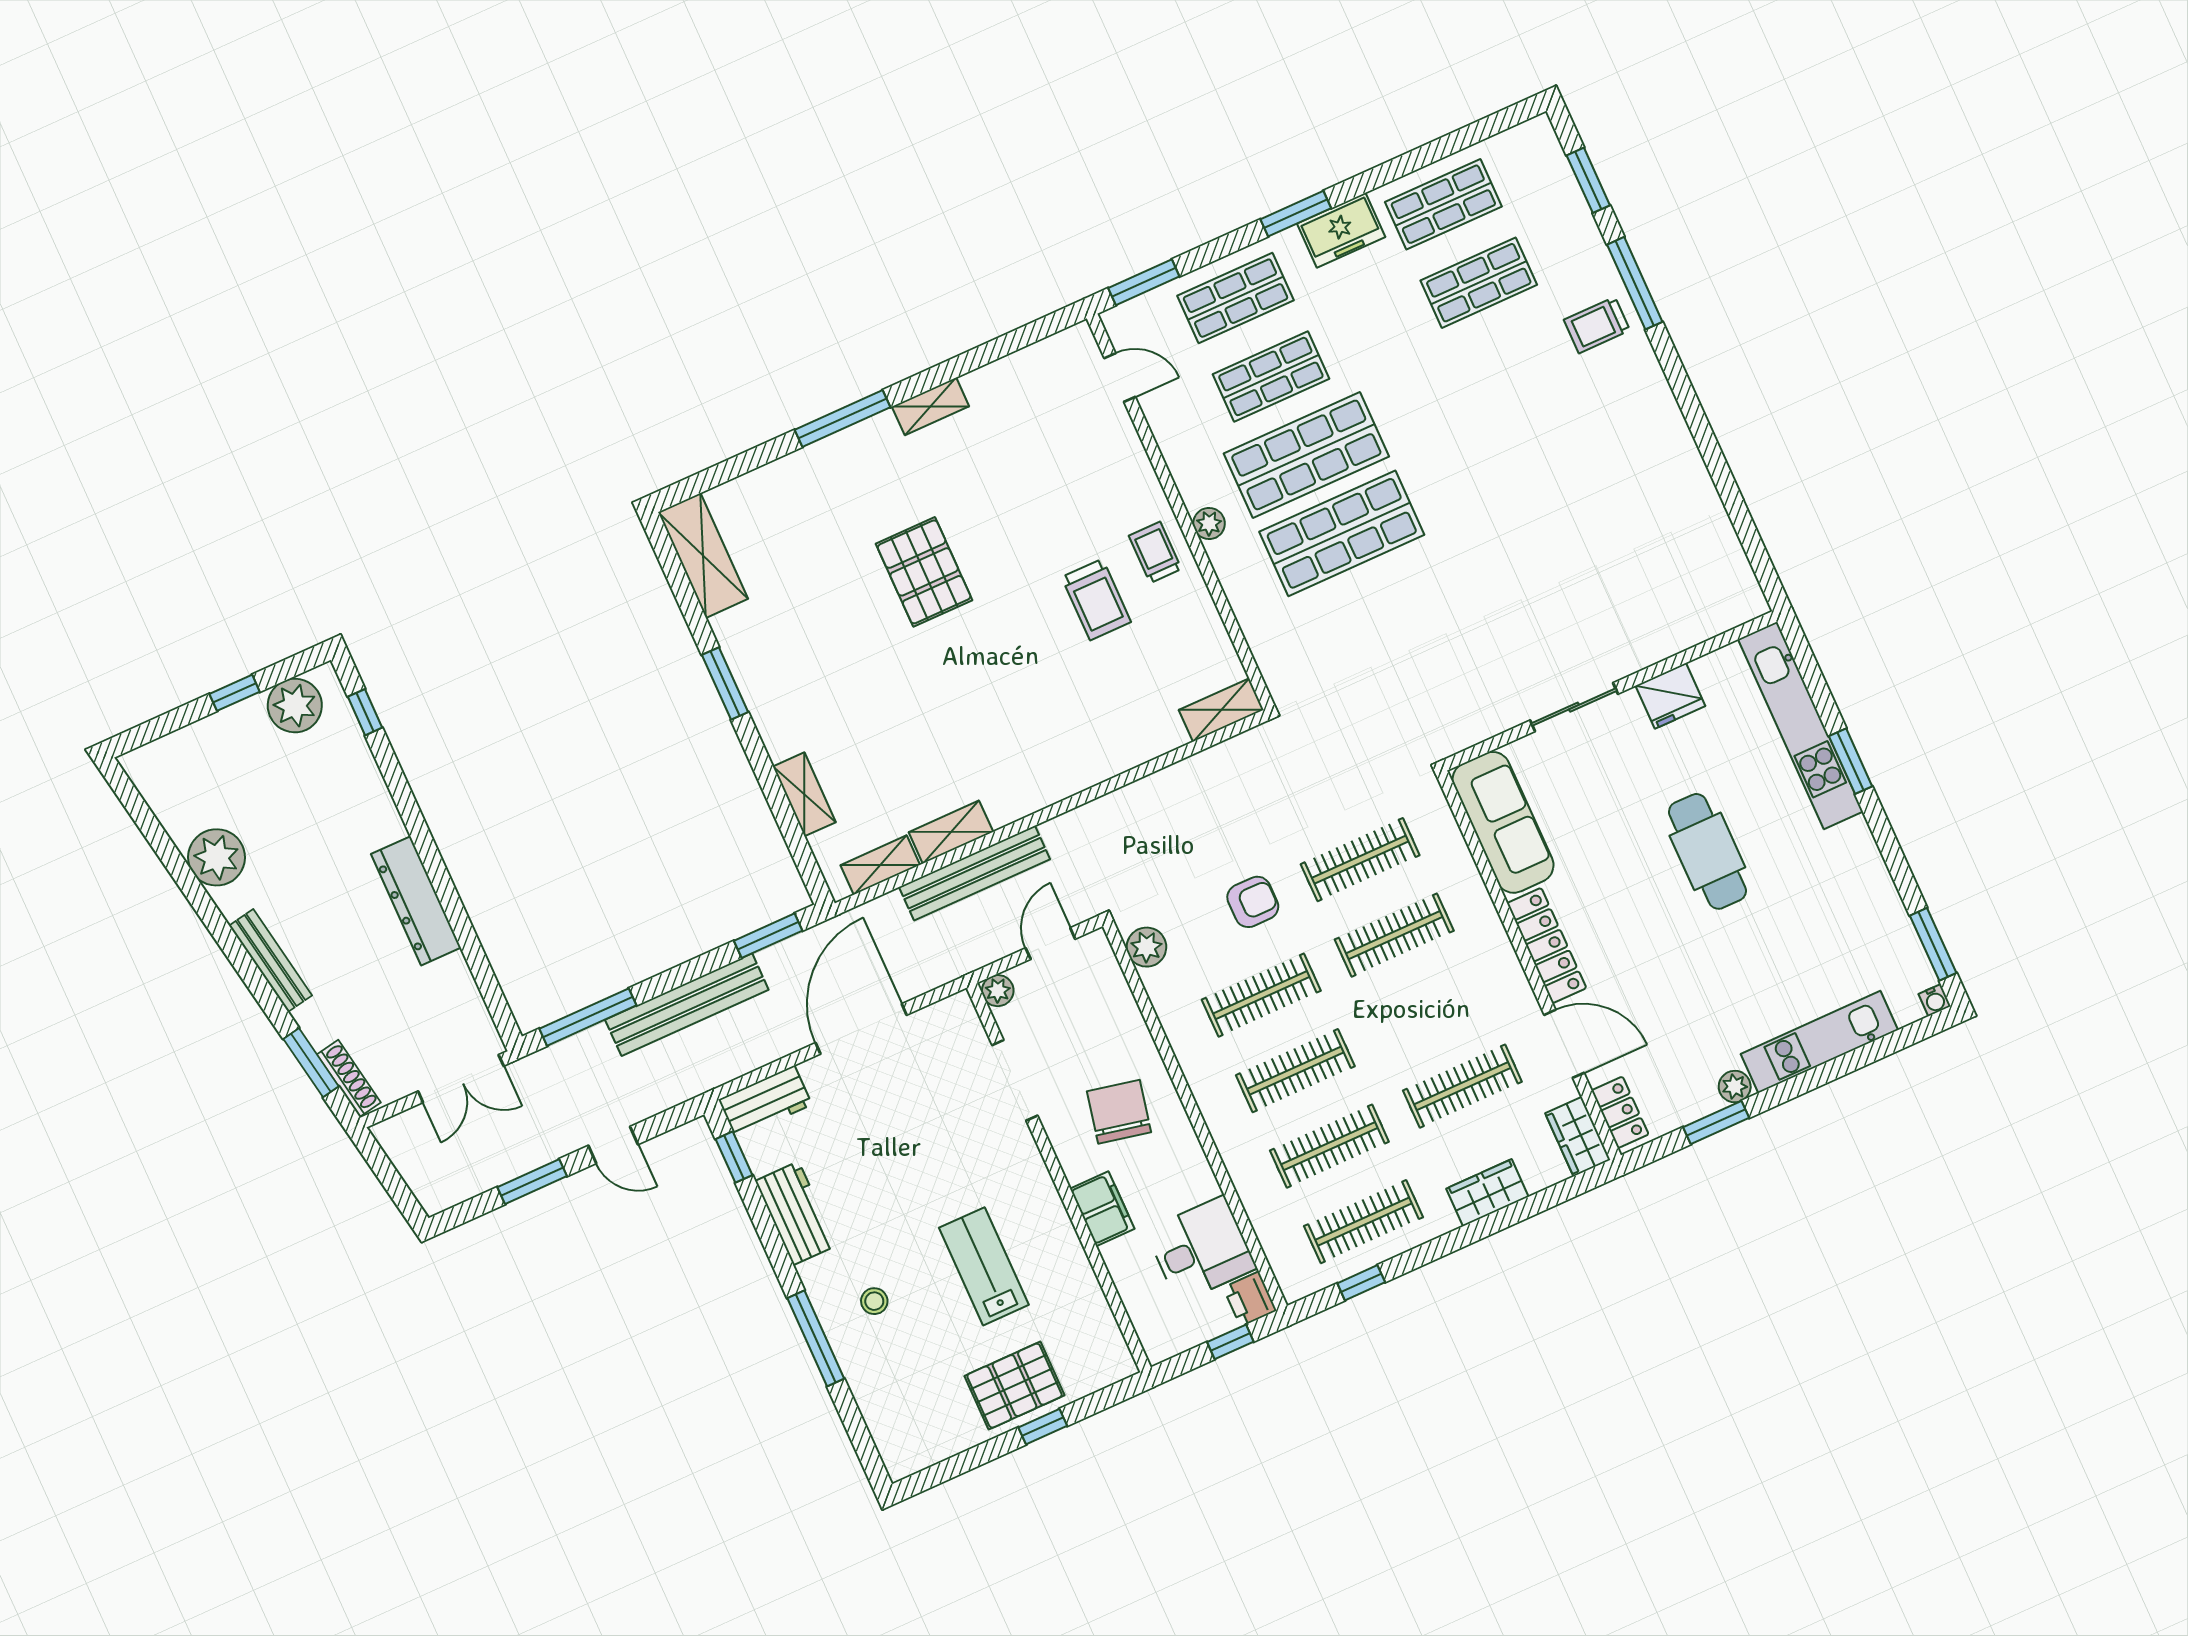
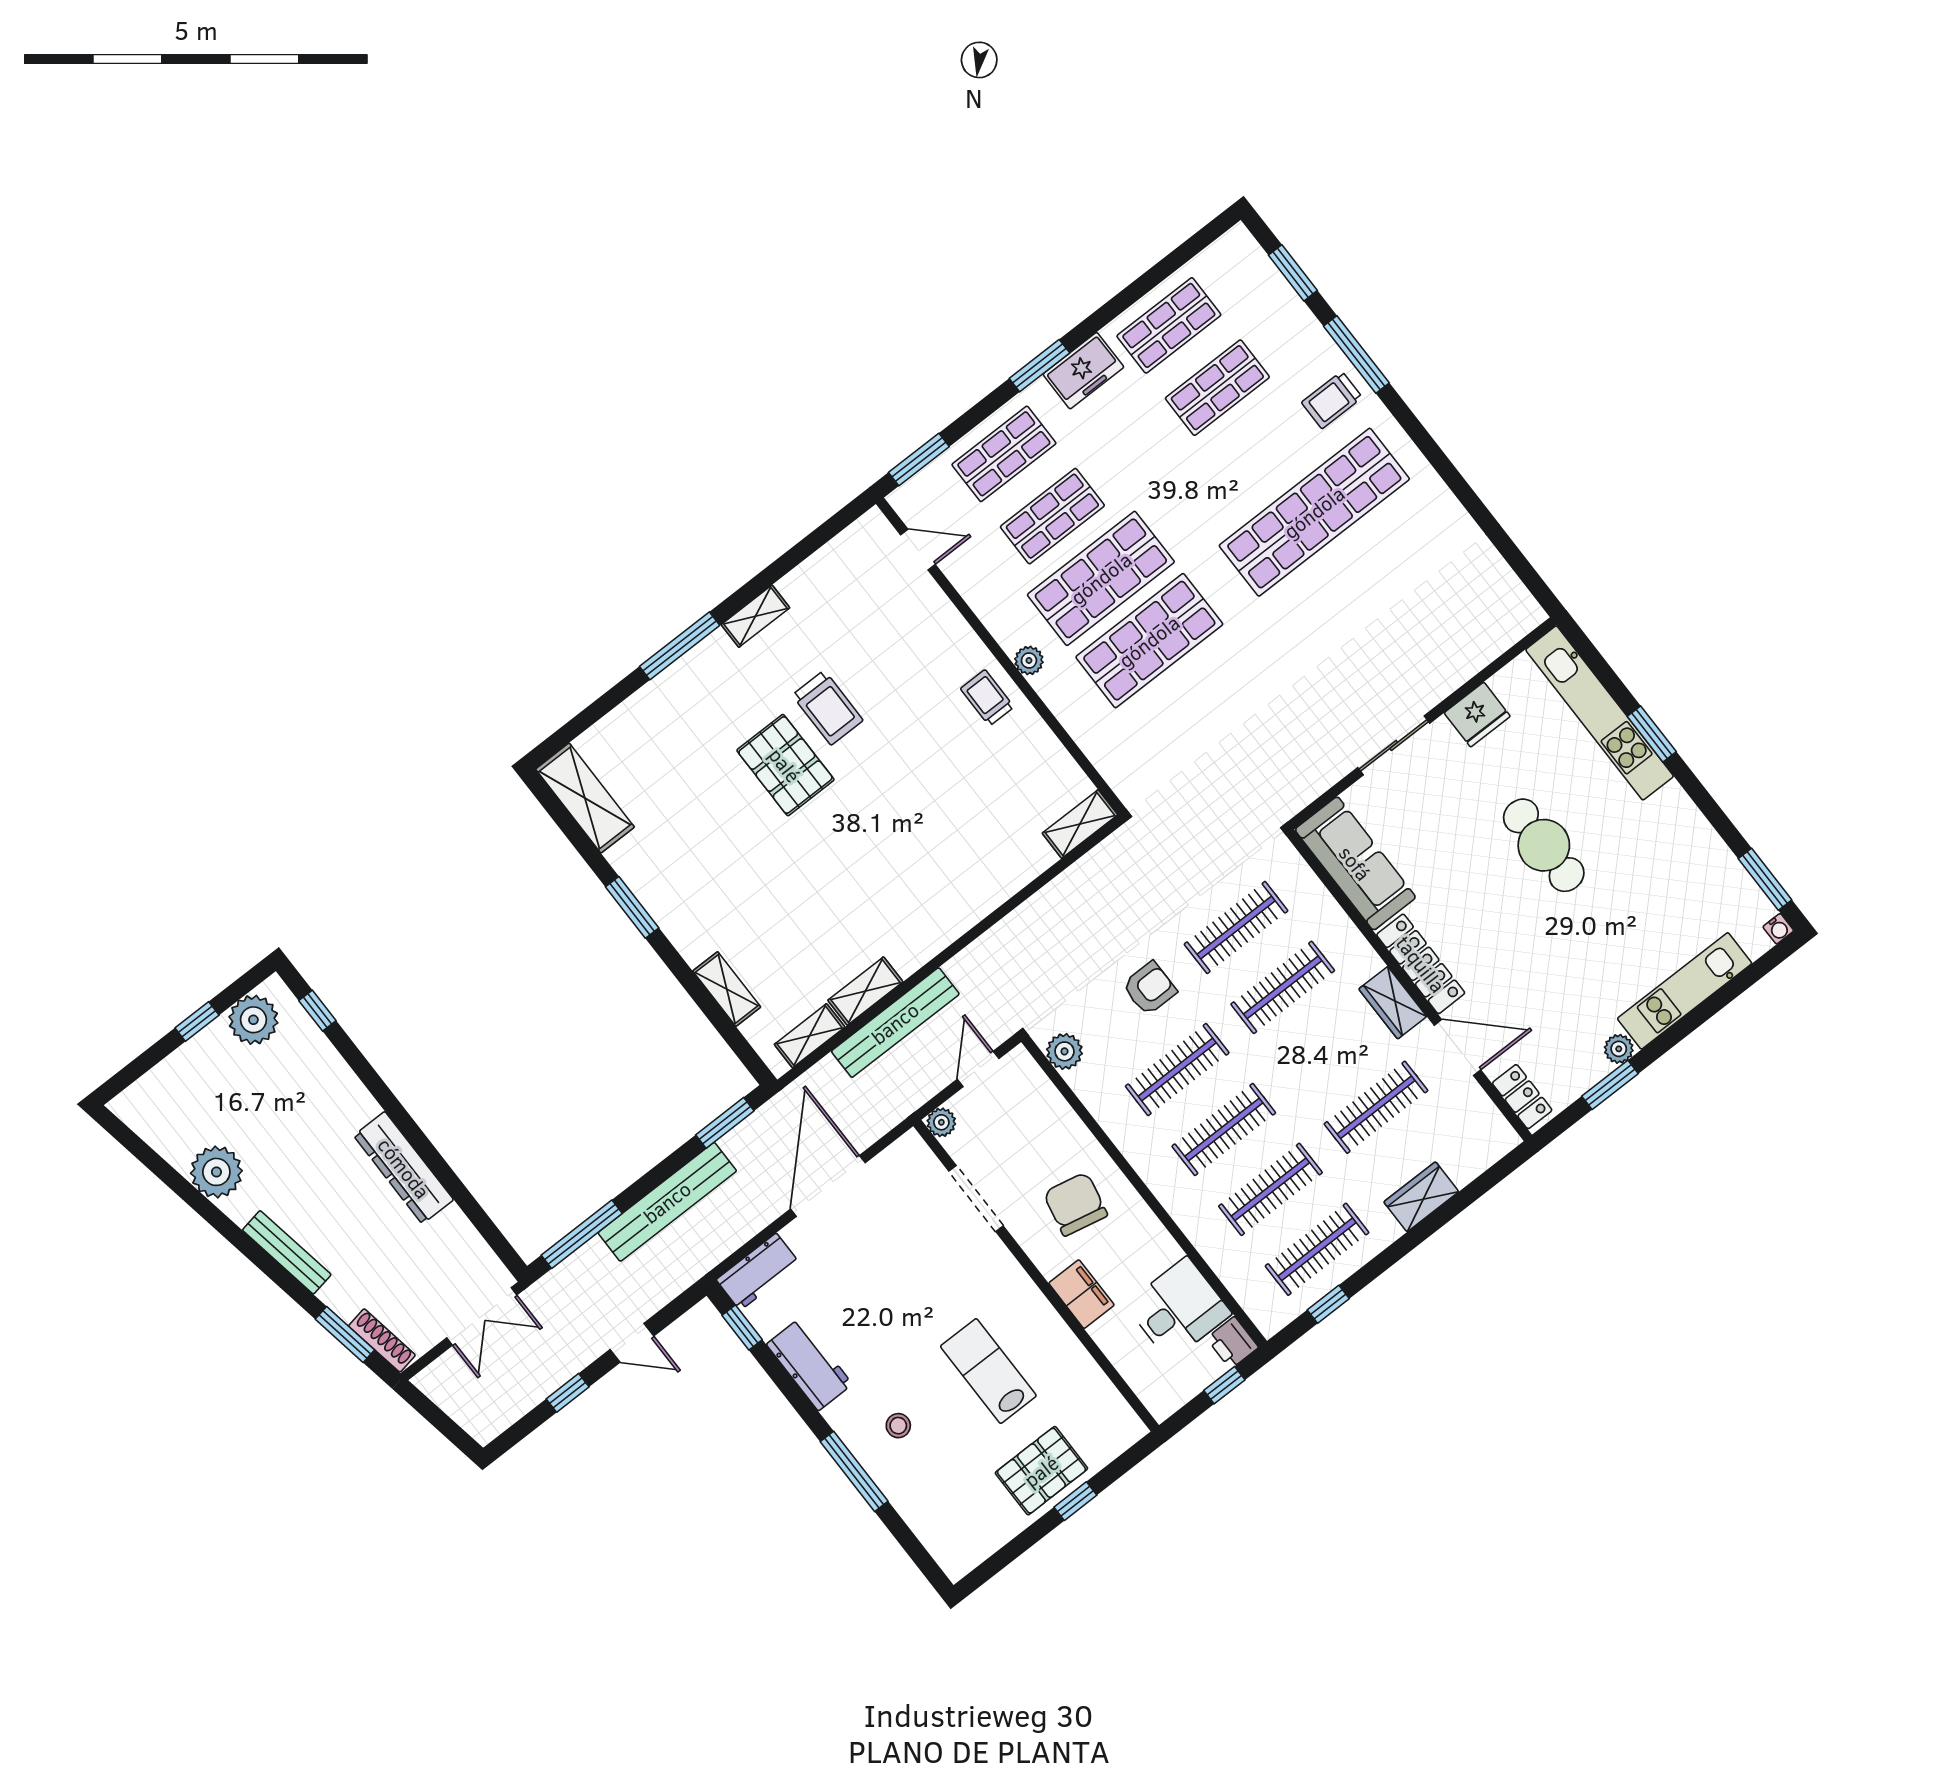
shop shelf: (1550, 440) -> (1314, 512), added
trolley: (1096, 600) -> (828, 708), moved
wardrobe: (1578, 1137) -> (1393, 1003), moved
window: (532, 1182) -> (568, 1393), width x0.67

